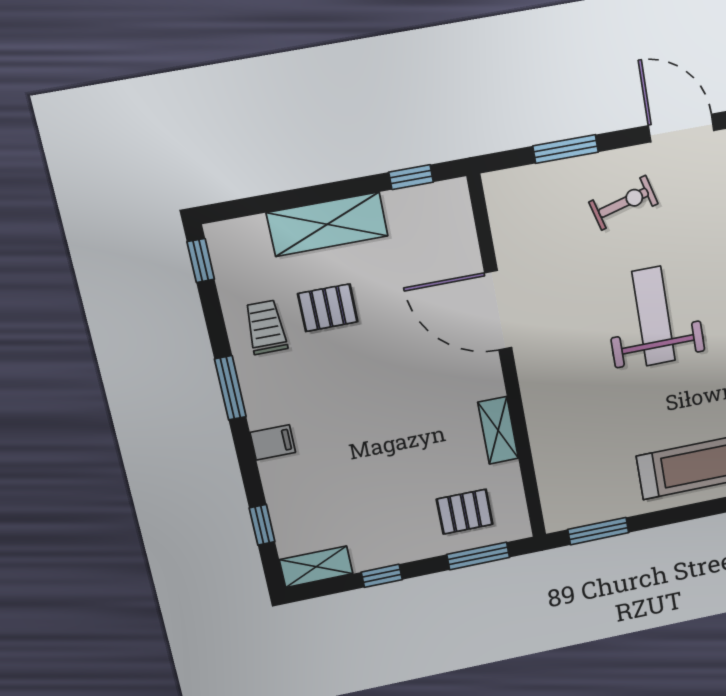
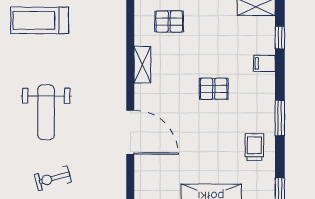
pallet: (328, 308) -> (214, 89), moved
trolley: (266, 327) -> (254, 147), turned 180
filing cabinet: (273, 442) -> (264, 63), moved

